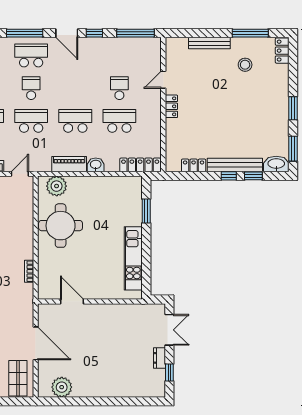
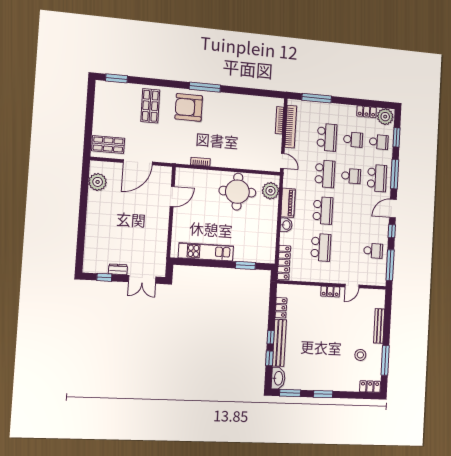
door: (163, 80) -> (352, 286), swing flipped
school desk: (119, 88) -> (373, 251), moved

